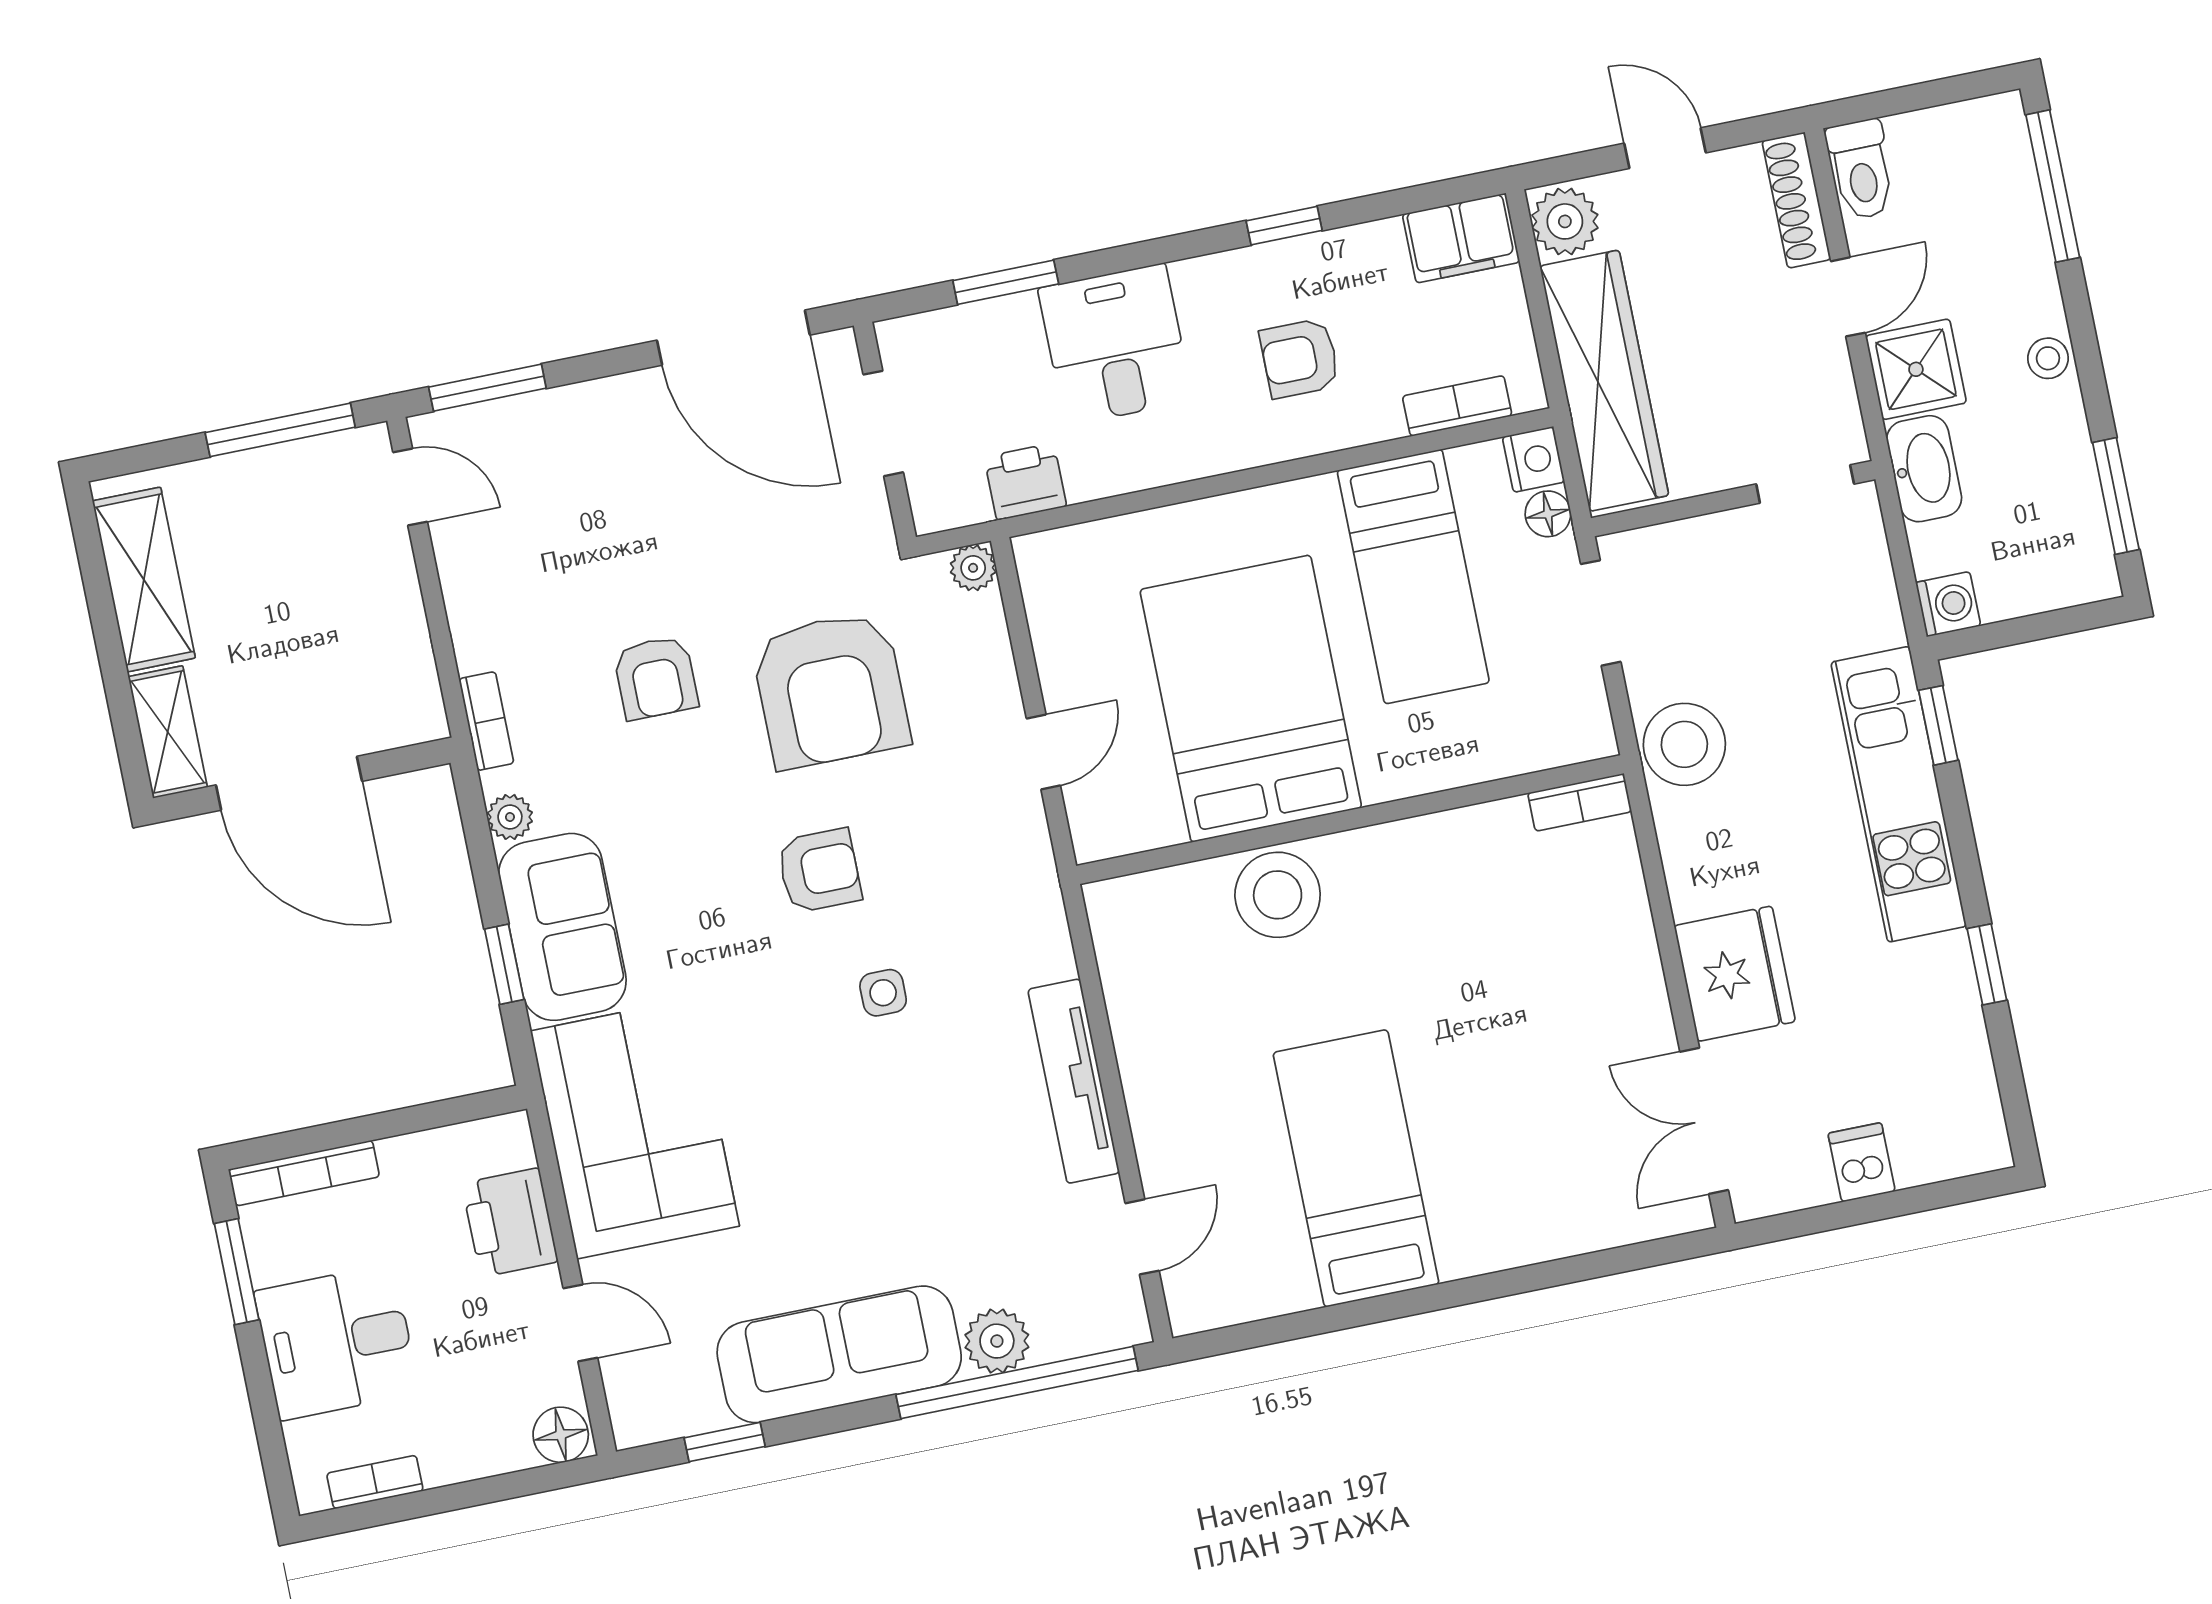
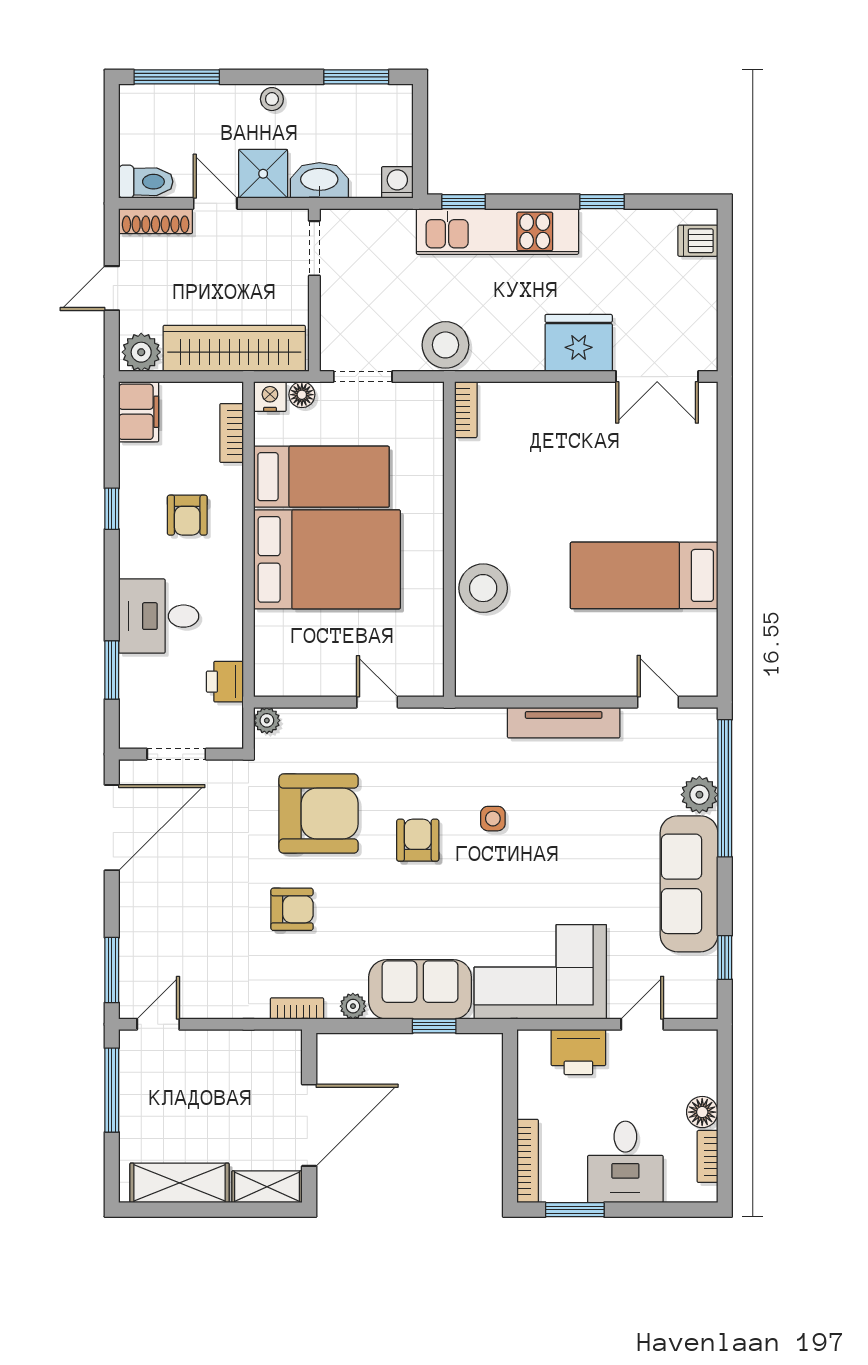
bed: (1251, 699) -> (327, 559), moved, turned 180
dishwasher: (1862, 1162) -> (698, 241), moved
floor lamp: (561, 1435) -> (702, 1112), moved

